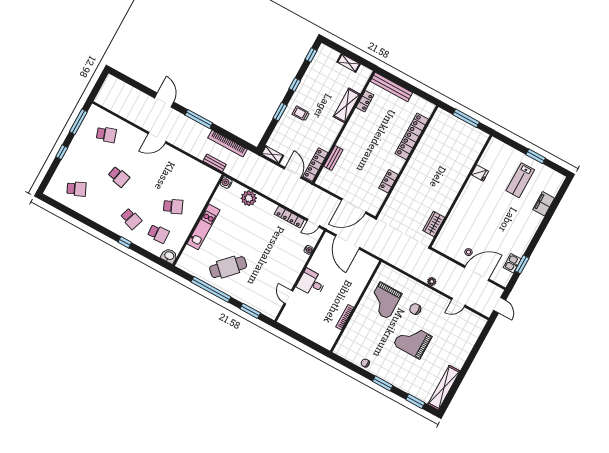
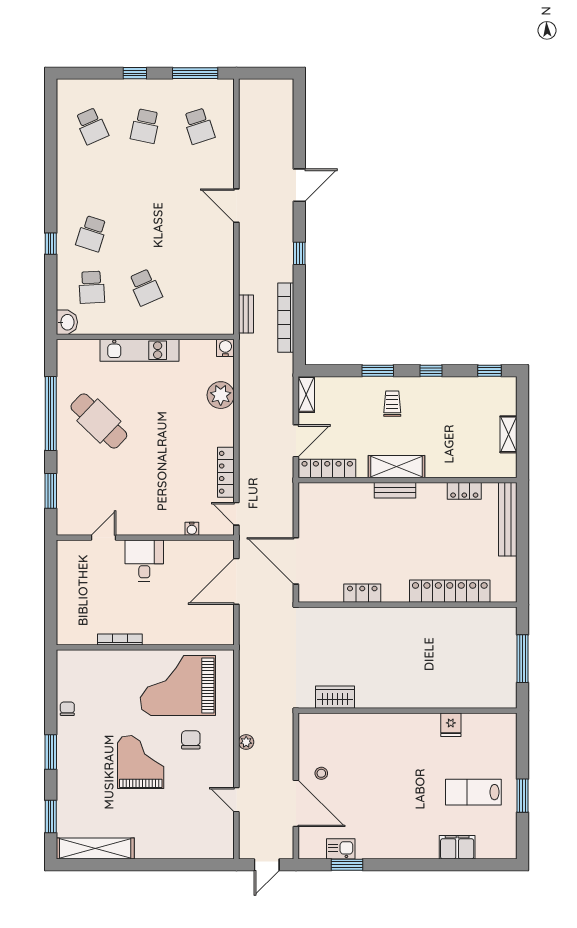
shelving: (347, 105) -> (396, 467), moved
window: (199, 119) -> (299, 253), width x0.46
bench: (333, 158) -> (395, 490), moved
school desk: (119, 177) -> (145, 126), moved
grand piano: (384, 300) -> (178, 686), width x1.37, depth x1.48

